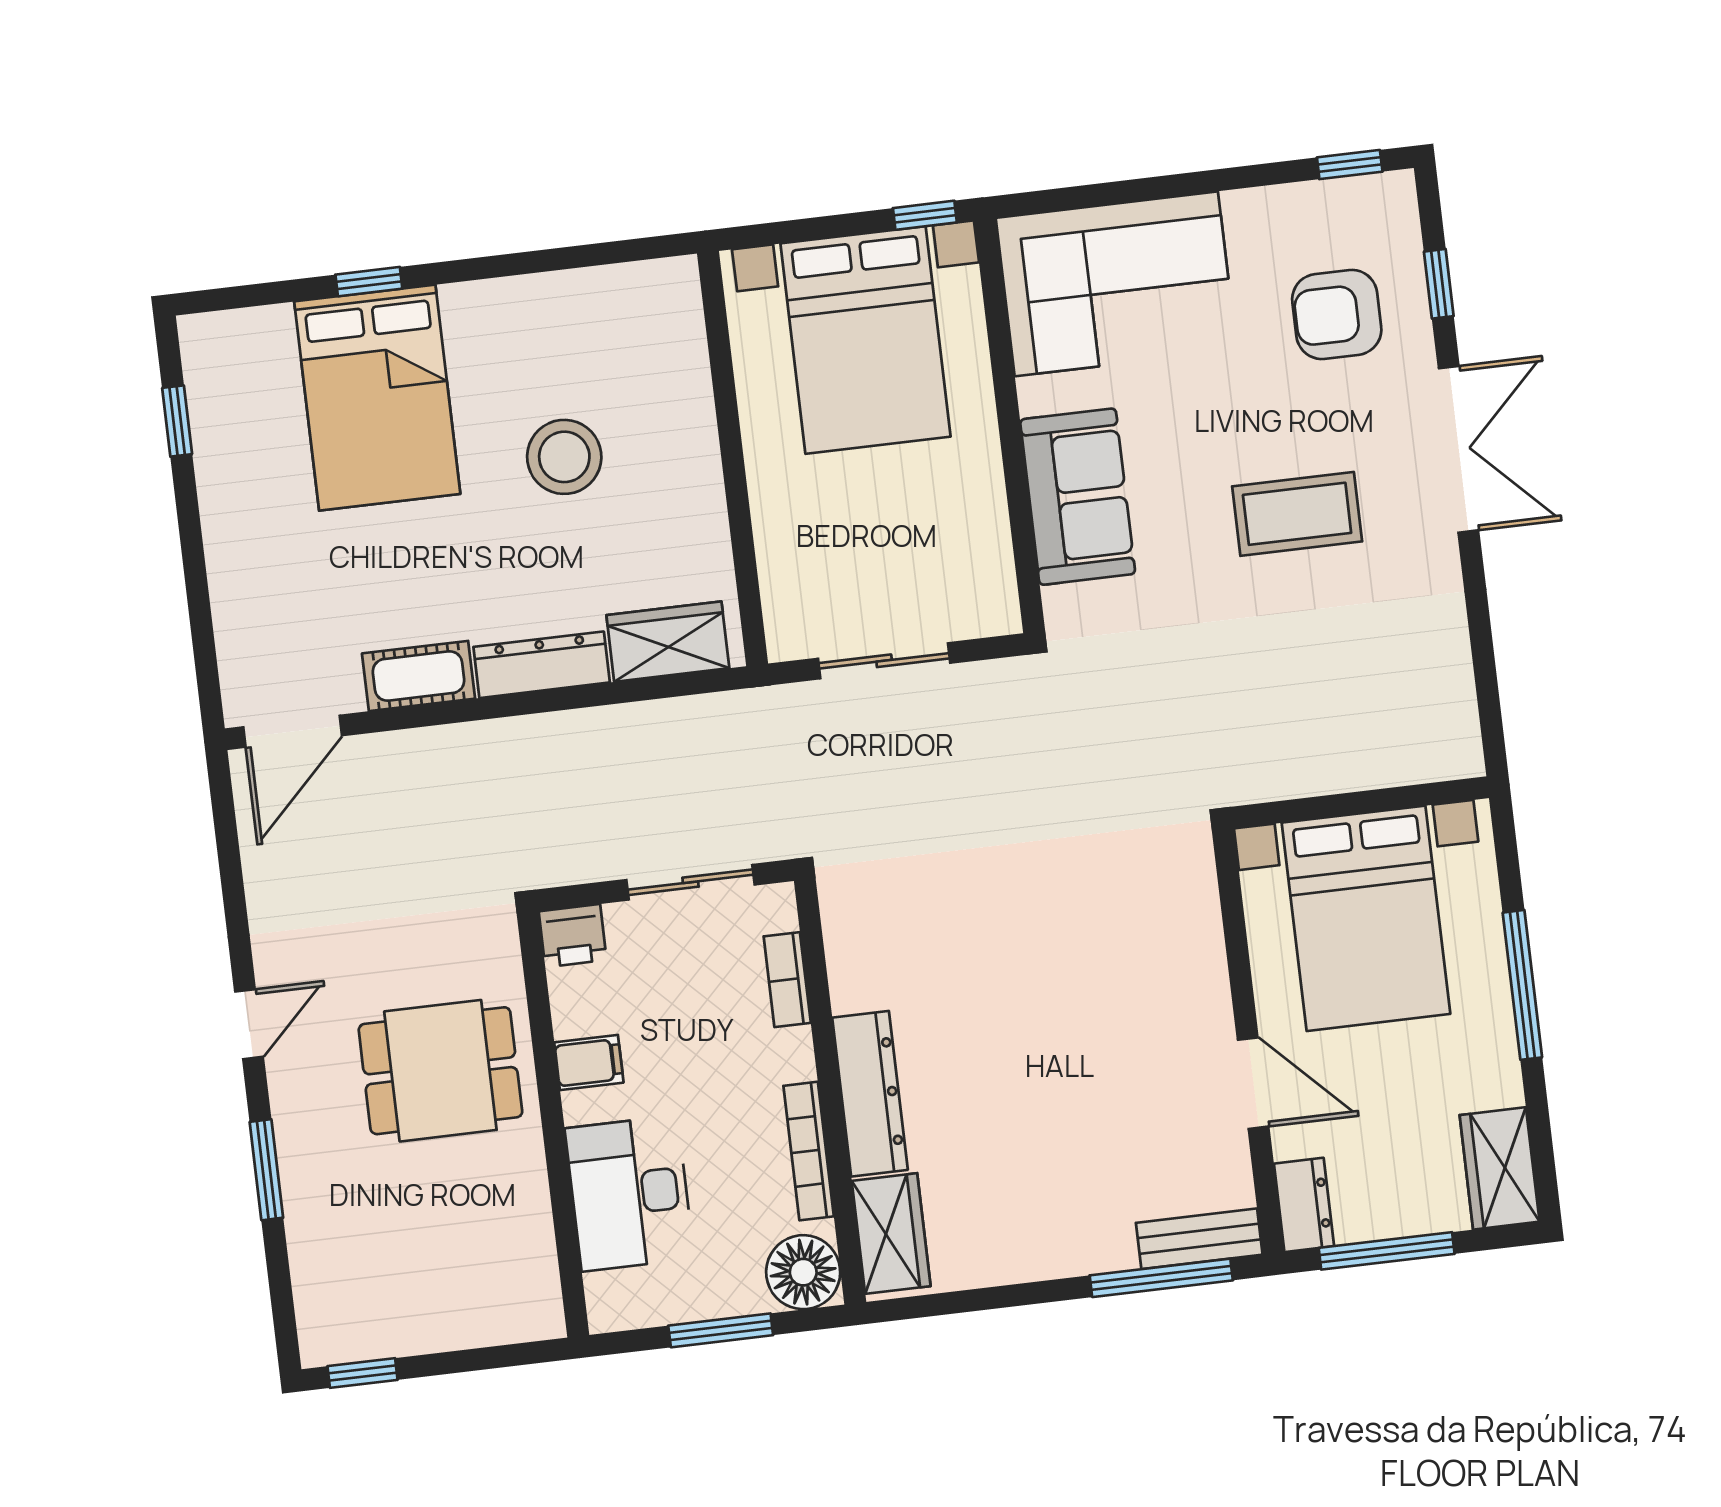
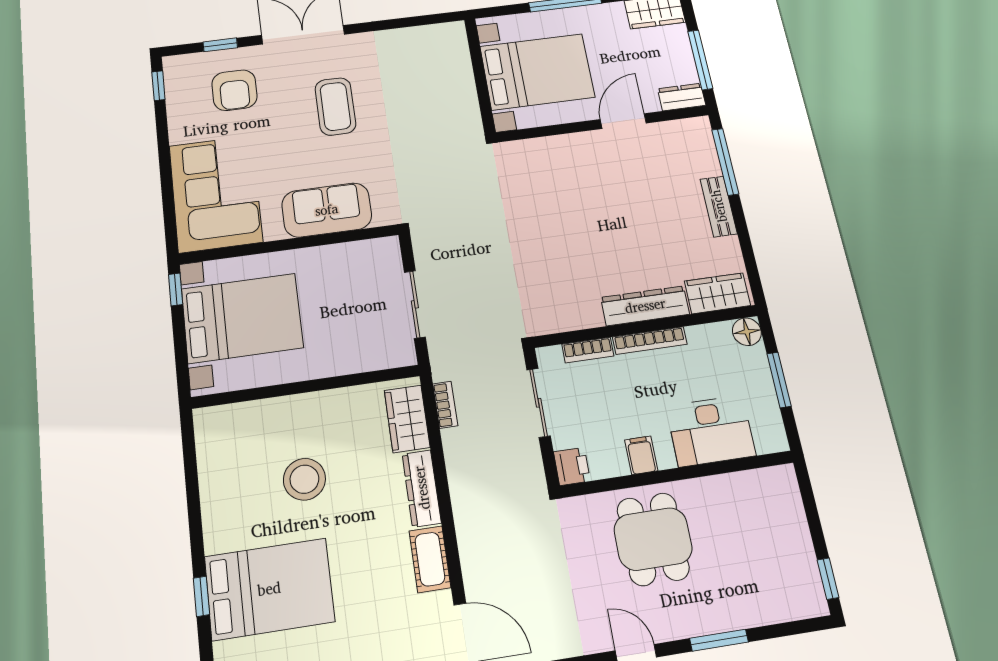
bookcase: (692, 712) -> (445, 405), added
bookcase: (809, 1151) -> (650, 341), moved
bench: (1199, 1239) -> (719, 206), moved
floor lamp: (803, 1272) -> (747, 332), width x0.73, depth x0.73

